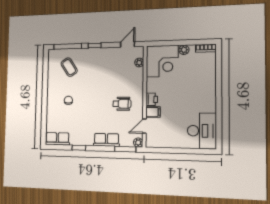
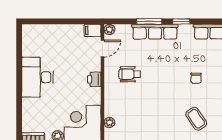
filing cabinet: (153, 112) -> (93, 30), moved
desk: (202, 131) -> (38, 77), moved
row of seats: (106, 140) -> (155, 32), width x1.48
window: (125, 149) -> (149, 21), moved

